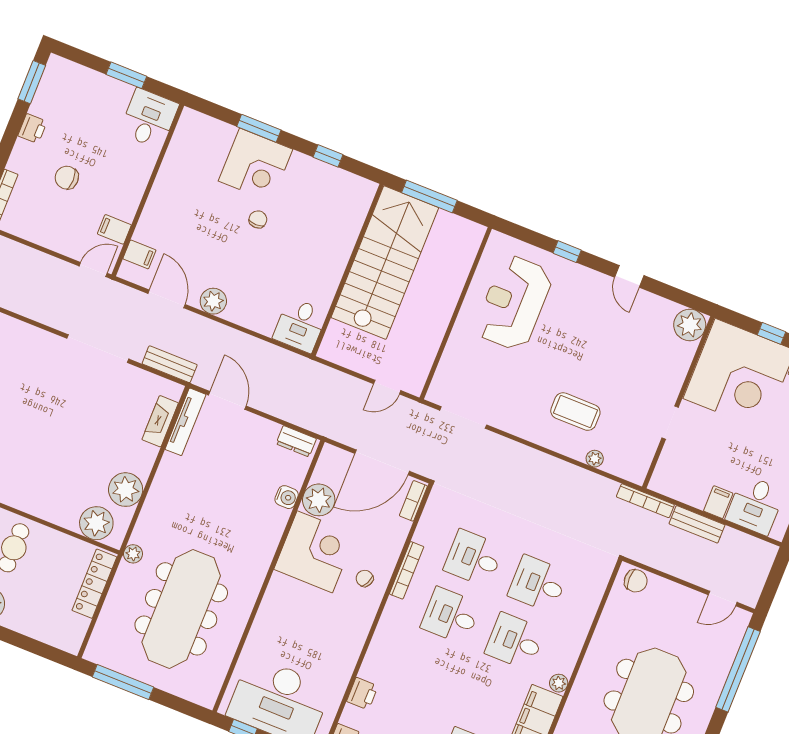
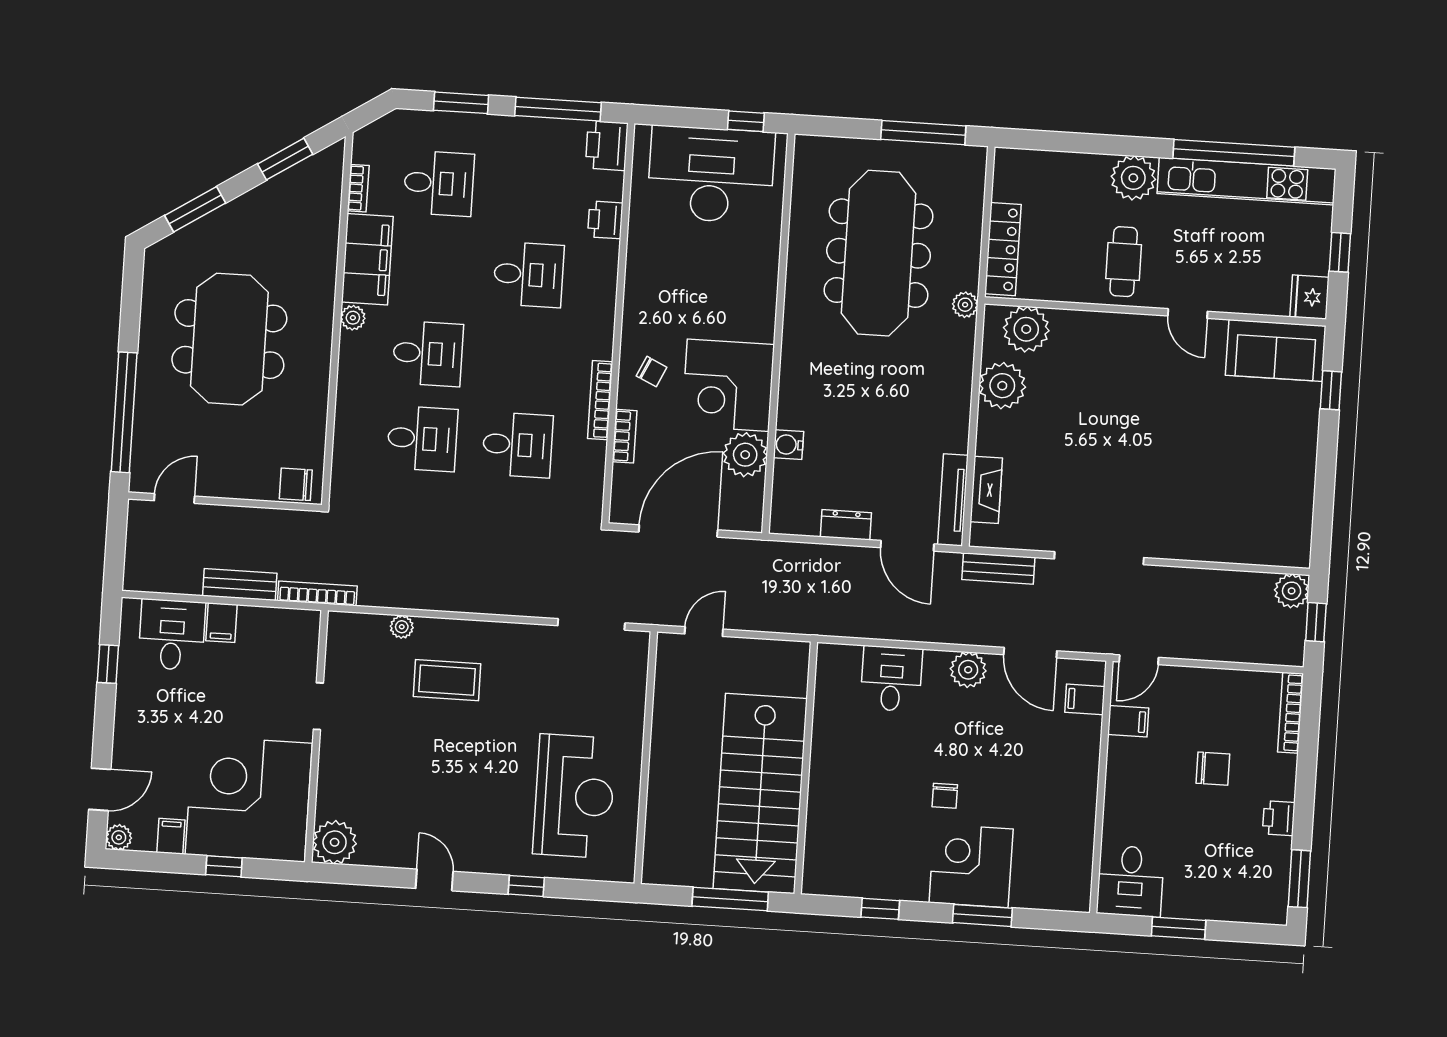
desk: (300, 325) -> (891, 679), moved
dresser: (296, 441) -> (846, 525), moved
bookcase: (413, 501) -> (625, 436), moved
desk: (451, 616) -> (529, 275), moved

